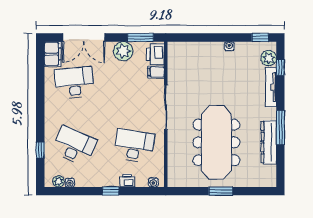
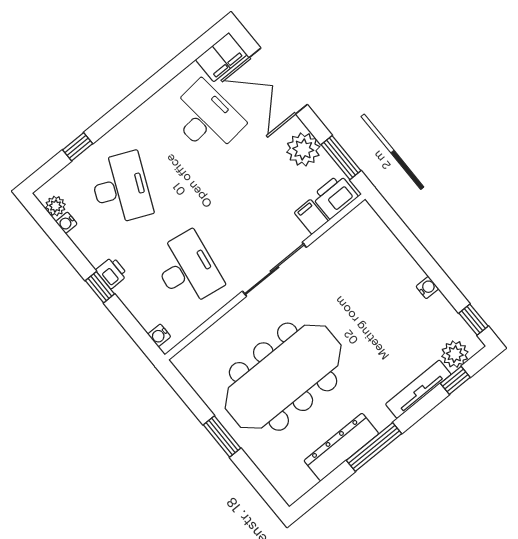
printer: (127, 180) -> (112, 273), moved

